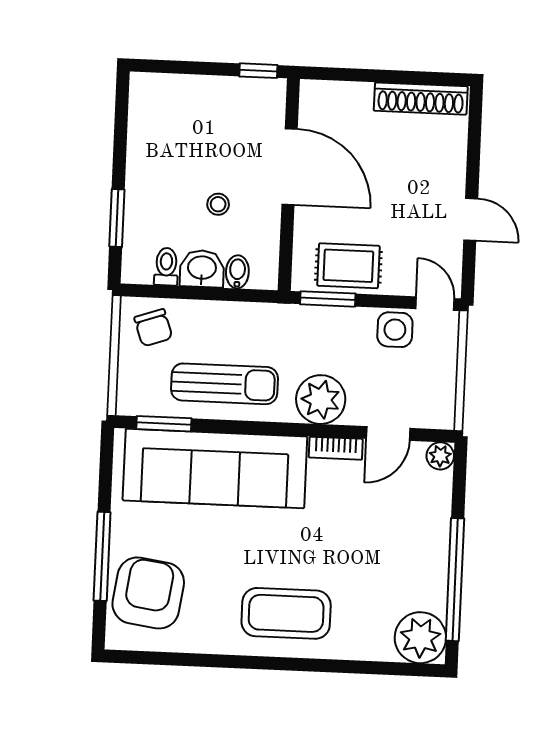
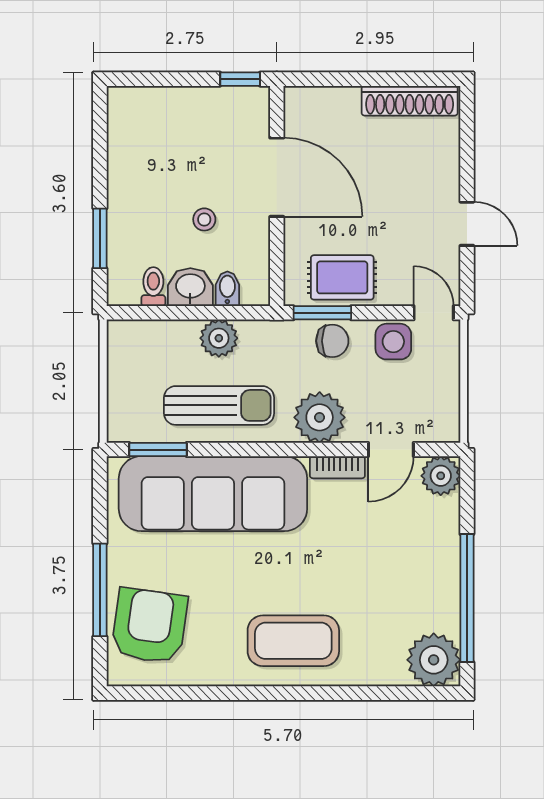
plant: (227, 319) -> (219, 338), added
chair: (153, 328) -> (332, 341), moved, turned -71
plant: (440, 456) -> (441, 476), width x1.38, depth x1.38

